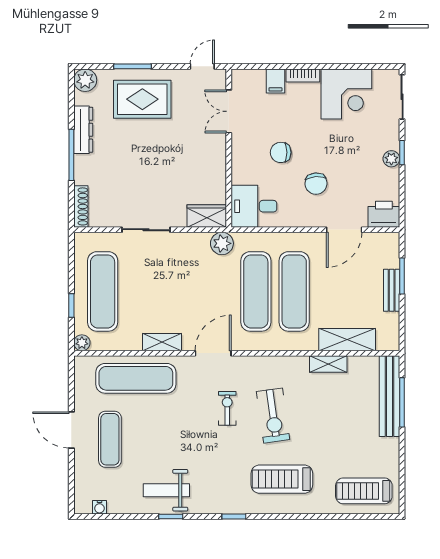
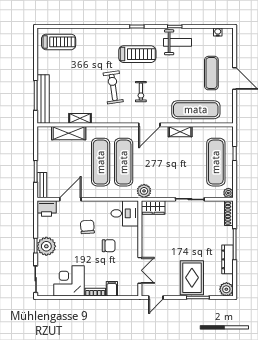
rug: (142, 99) -> (192, 278), turned 90
plant: (391, 159) -> (46, 246), width x1.88, depth x1.88
bench: (392, 290) -> (42, 185), moved
plant: (82, 343) -> (228, 193), moved
treadmill: (282, 479) -> (137, 54), moved

